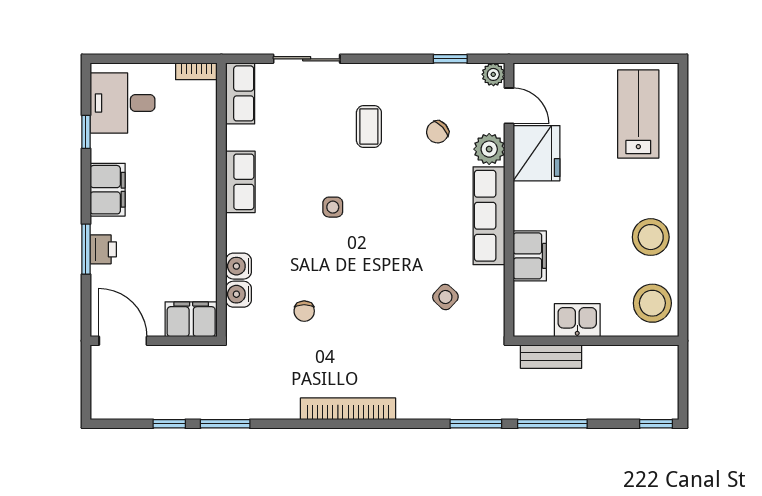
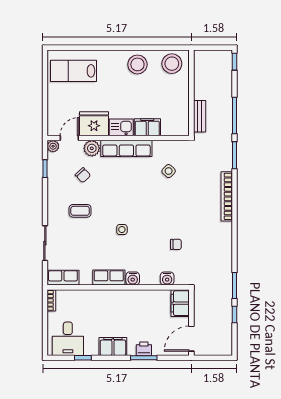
water cooler: (238, 266) -> (133, 279), moved
kitchen sink: (577, 320) -> (121, 127), moved, turned 90
bookcase: (348, 409) -> (227, 196), moved

